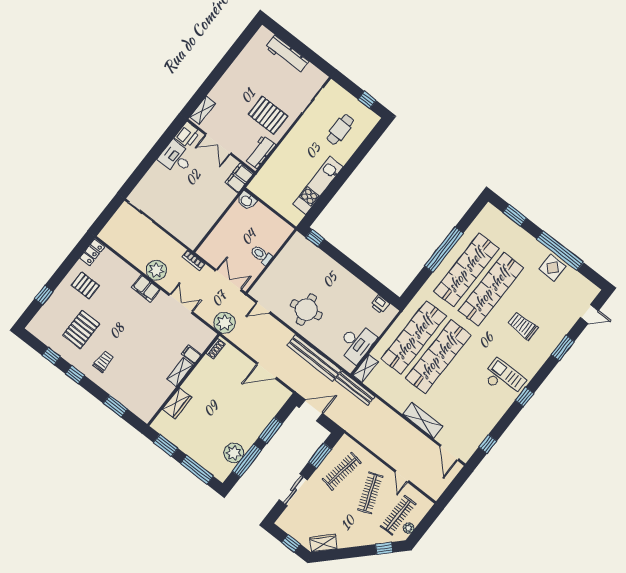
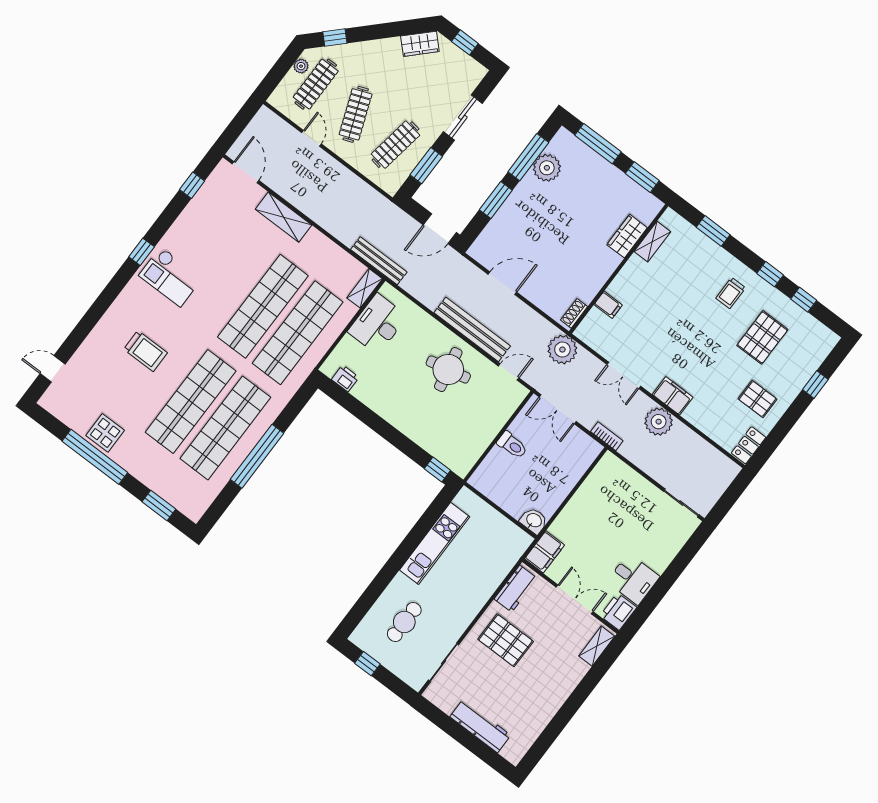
window: (563, 348) -> (89, 321), removed
bench: (314, 358) -> (472, 329), moved
shelving: (180, 372) -> (652, 242), moved

